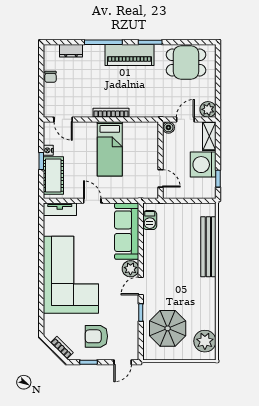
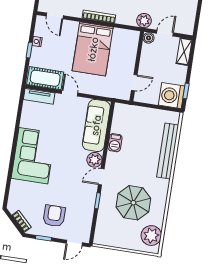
plant: (208, 109) -> (144, 21), moved
bed: (110, 149) -> (93, 49), width x1.50
washing machine: (203, 165) -> (172, 96), moved
cot: (53, 176) -> (45, 78), moved, turned 90
door: (160, 178) -> (134, 83), hinge flipped
barbecue: (150, 220) -> (115, 143), moved
corner sofa: (71, 275) -> (33, 156), width x0.73, depth x0.74
parasol: (168, 328) -> (133, 203), moved
armchair: (96, 336) -> (54, 216), turned 90

